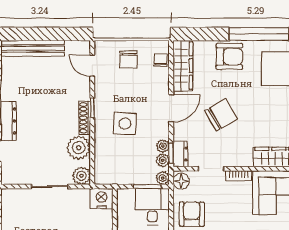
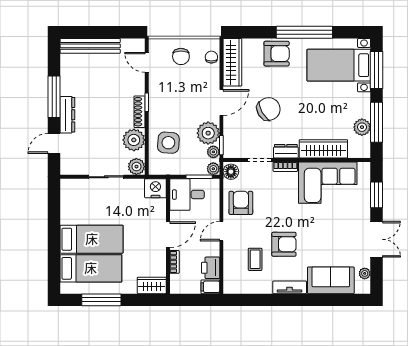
side table: (125, 124) -> (168, 143), moved
plant: (163, 146) -> (208, 133), width x1.88, depth x1.88
dresser: (180, 154) -> (286, 151), moved, turned -90
desk: (152, 207) -> (187, 195), moved, turned -90

